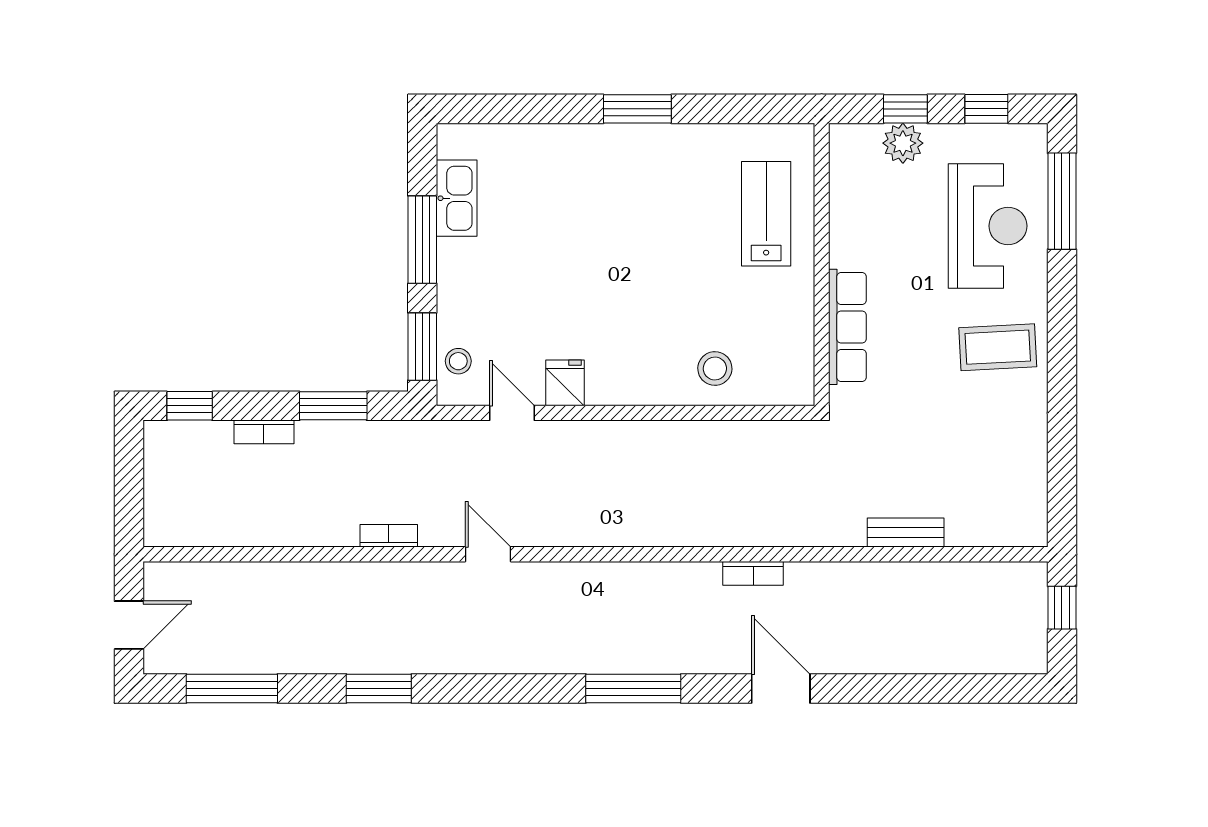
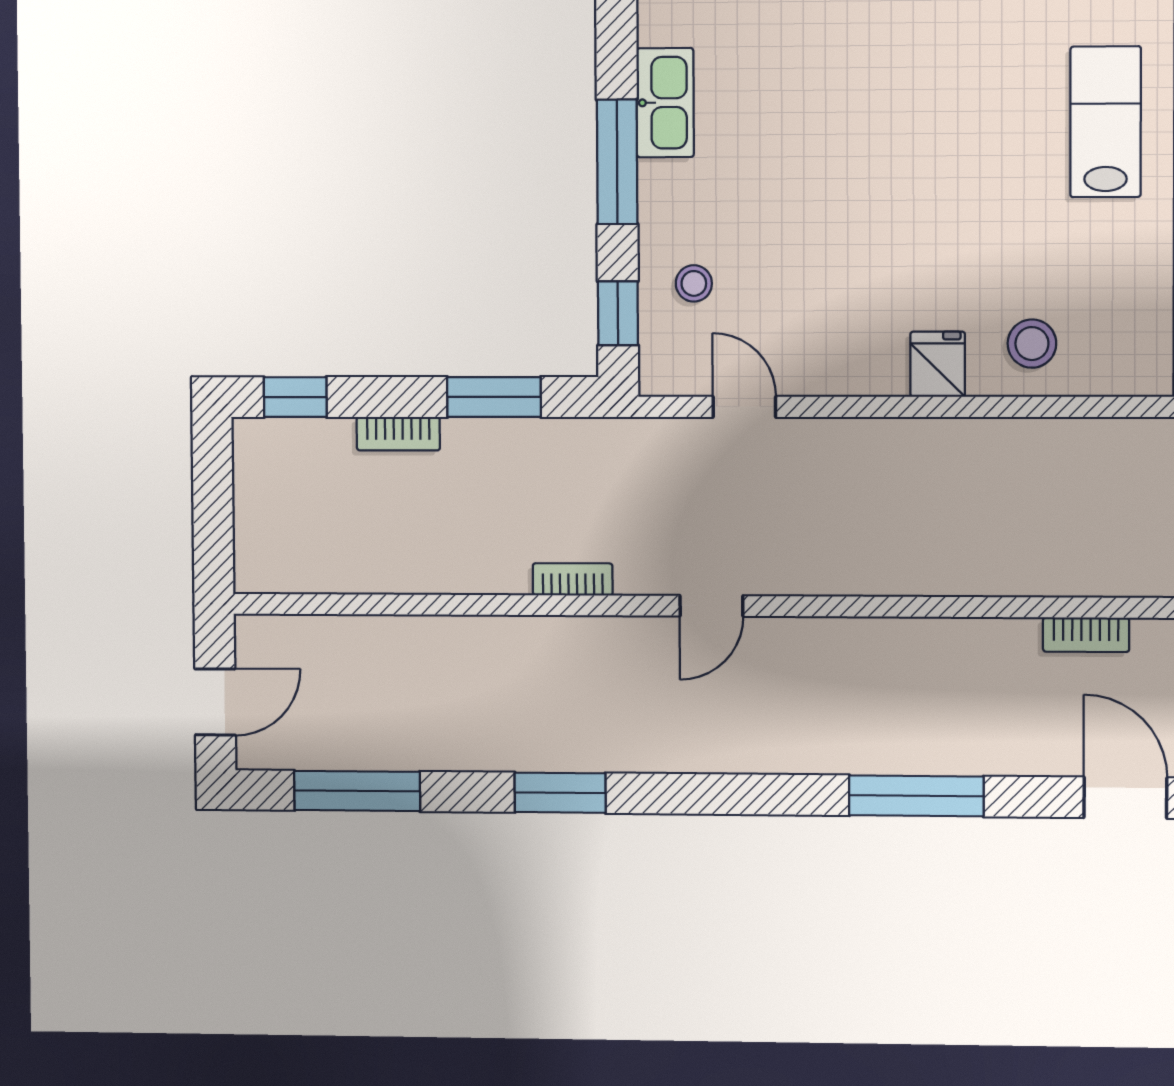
window: (422, 347) -> (618, 313), width x0.67
stool: (458, 361) -> (694, 283), moved
fridge: (565, 383) -> (938, 364), moved
door: (488, 554) -> (711, 606), swing flipped

